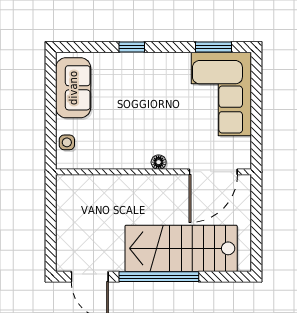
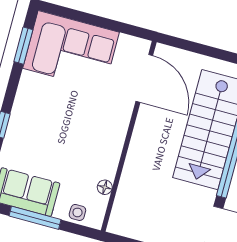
window: (51, 103) -> (35, 218), added
floor lamp: (159, 162) -> (105, 187), moved

